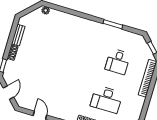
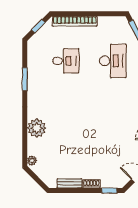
plant: (71, 22) -> (37, 128), added

